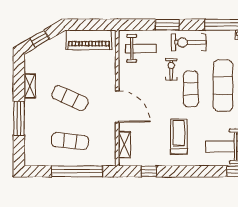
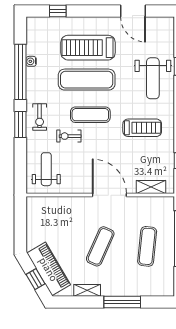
window: (167, 25) -> (20, 125), moved
piano: (89, 40) -> (49, 269), moved, turned -30
exercise bike: (189, 42) -> (40, 117), width x0.73, depth x0.72
door: (117, 106) -> (109, 195), hinge flipped
treadmill: (179, 137) -> (142, 128), turned 180

